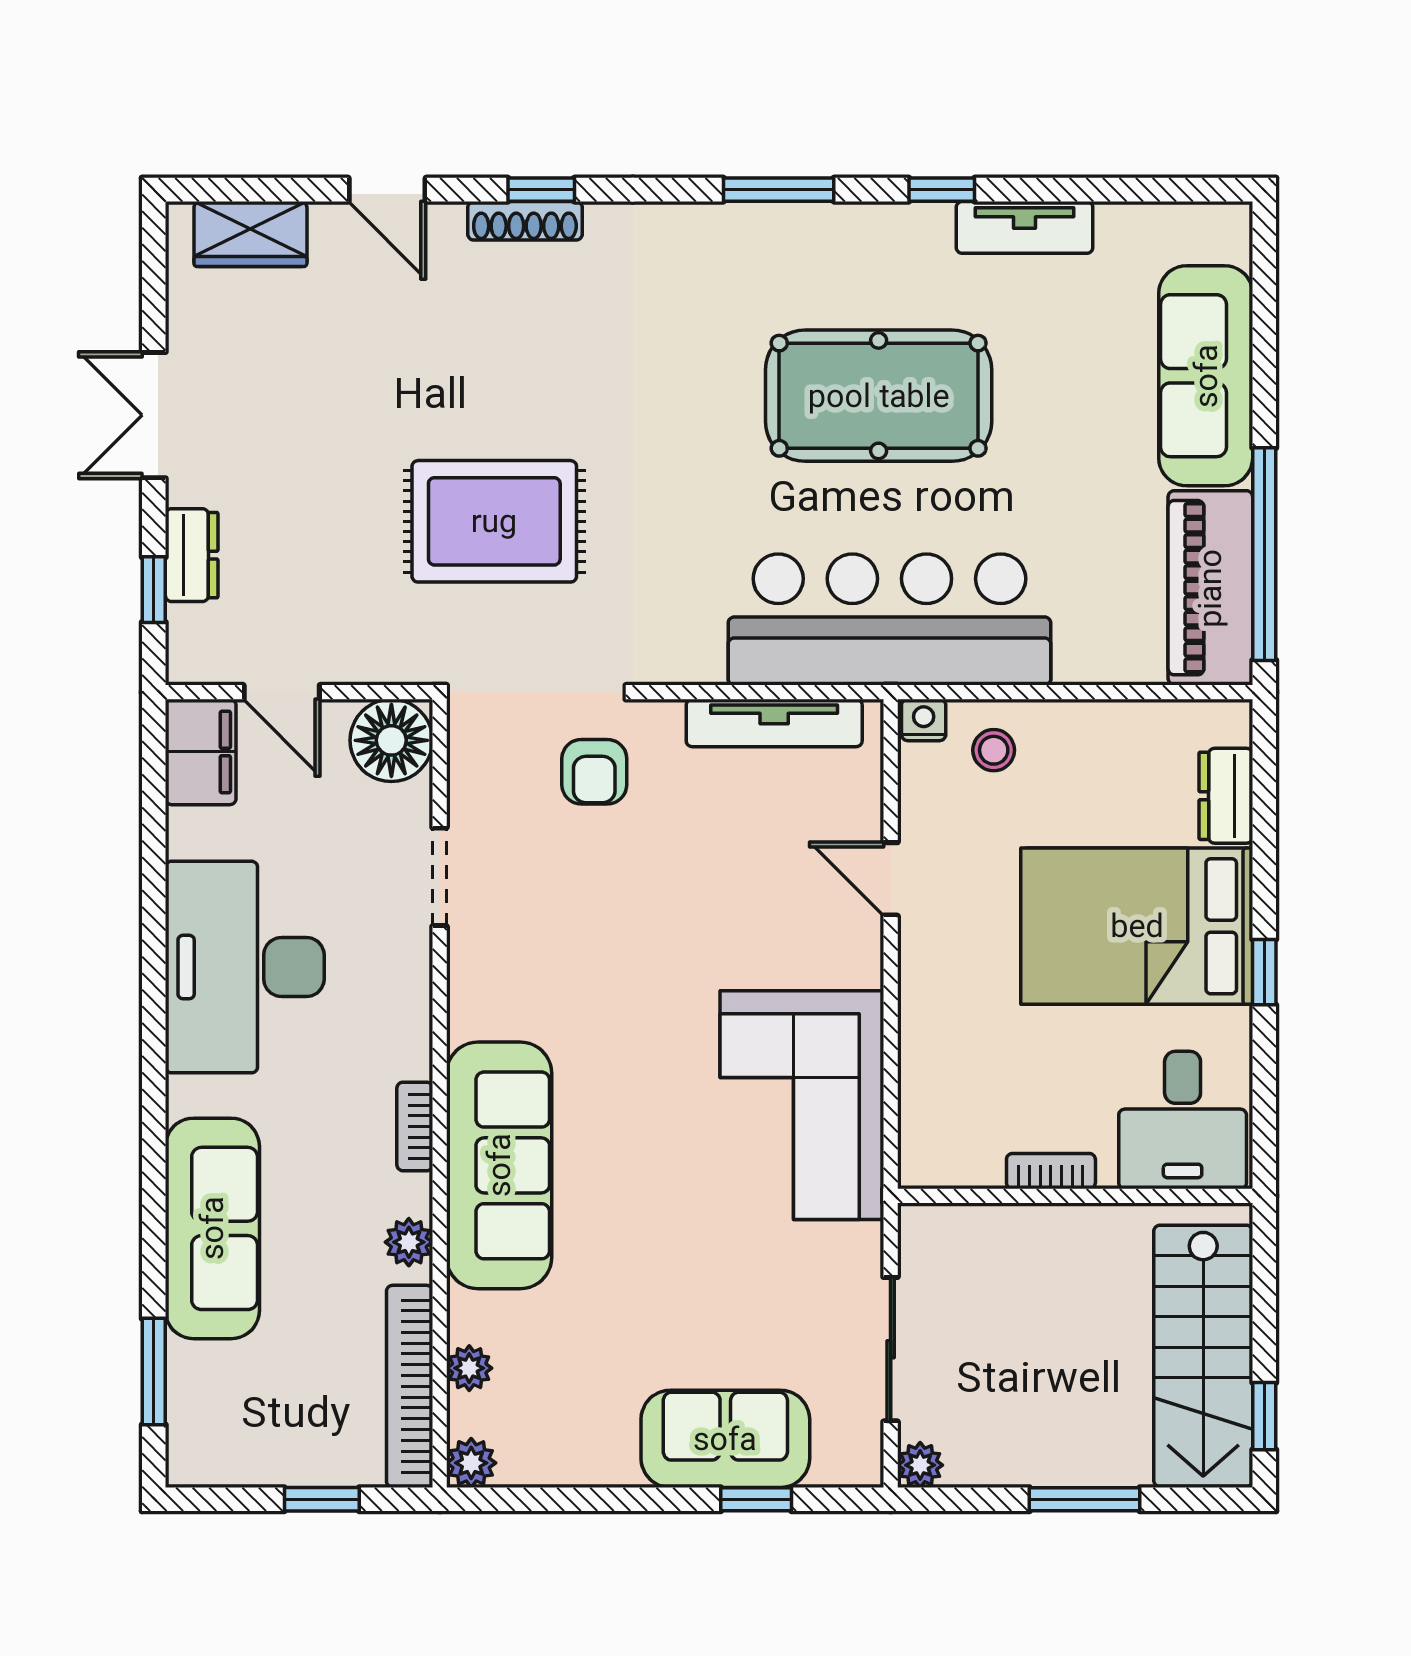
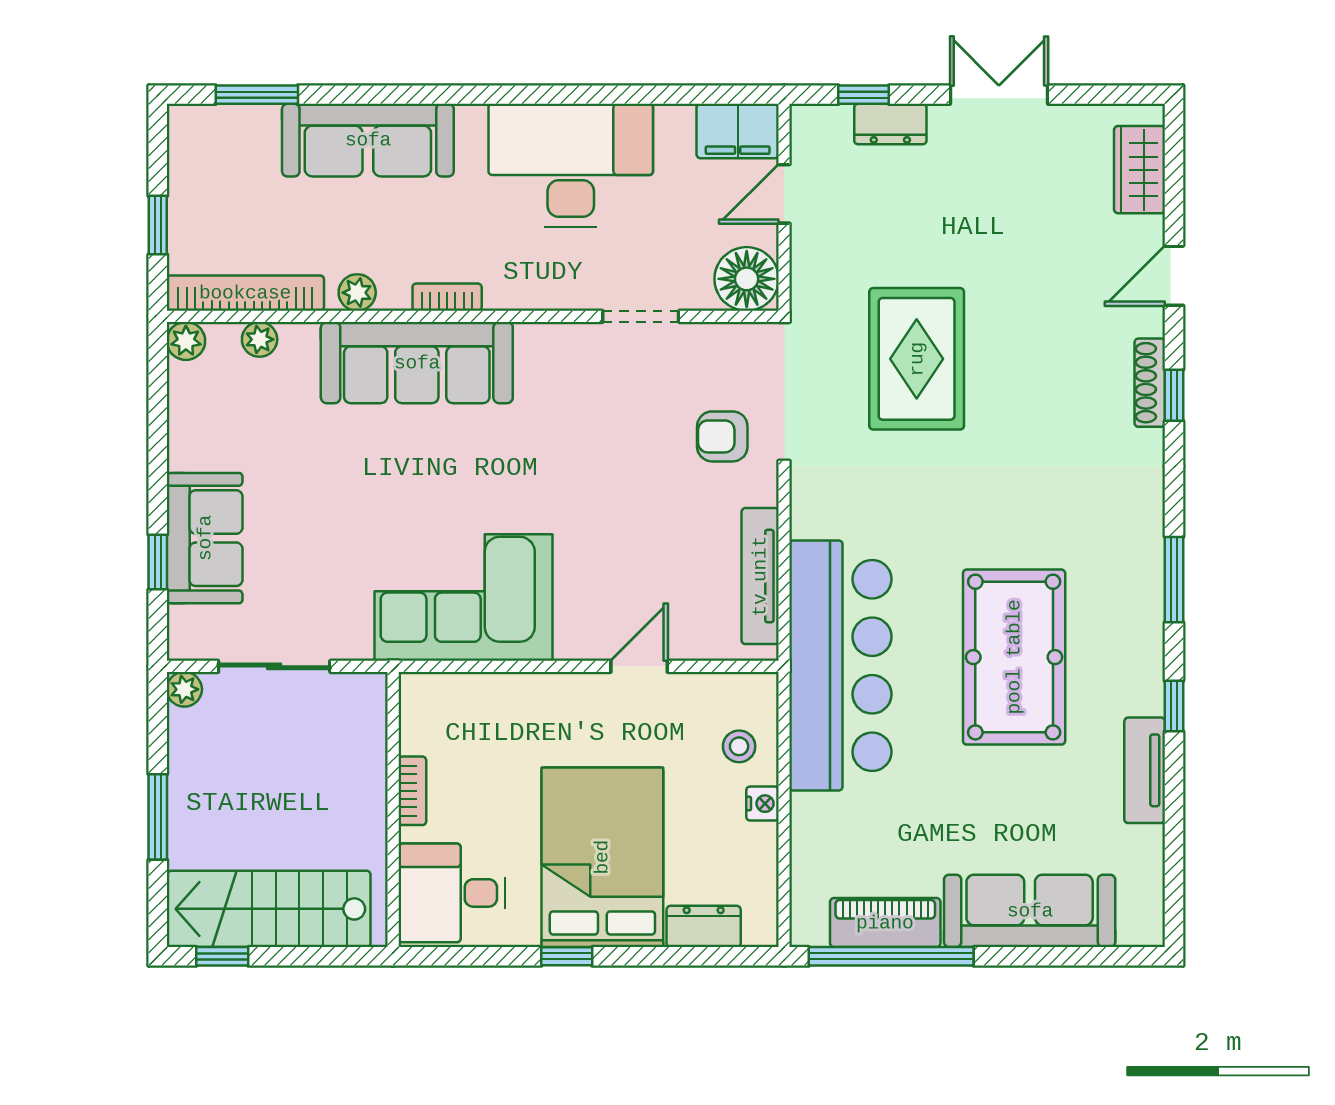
piano: (1210, 588) -> (885, 923), width x0.73, depth x0.75
nightstand: (924, 720) -> (762, 804), moved

